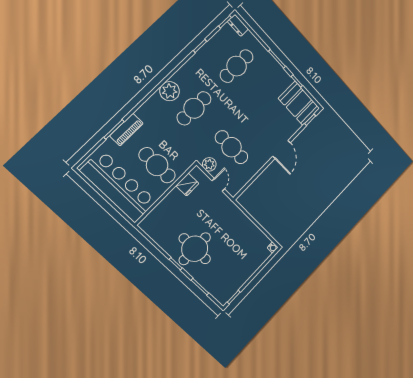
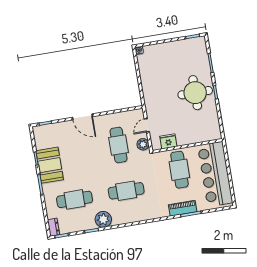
plant: (170, 91) -> (103, 219), moved
booth: (299, 103) -> (50, 165), moved
door: (282, 150) -> (83, 117), swing flipped

